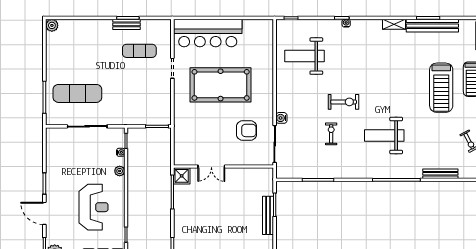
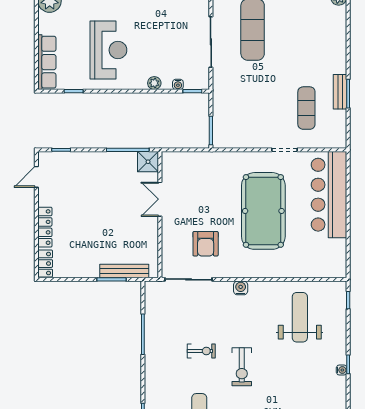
water cooler: (281, 118) -> (241, 288), moved
reception desk: (94, 207) -> (108, 50), turned -90
bench: (268, 215) -> (124, 271), moved

